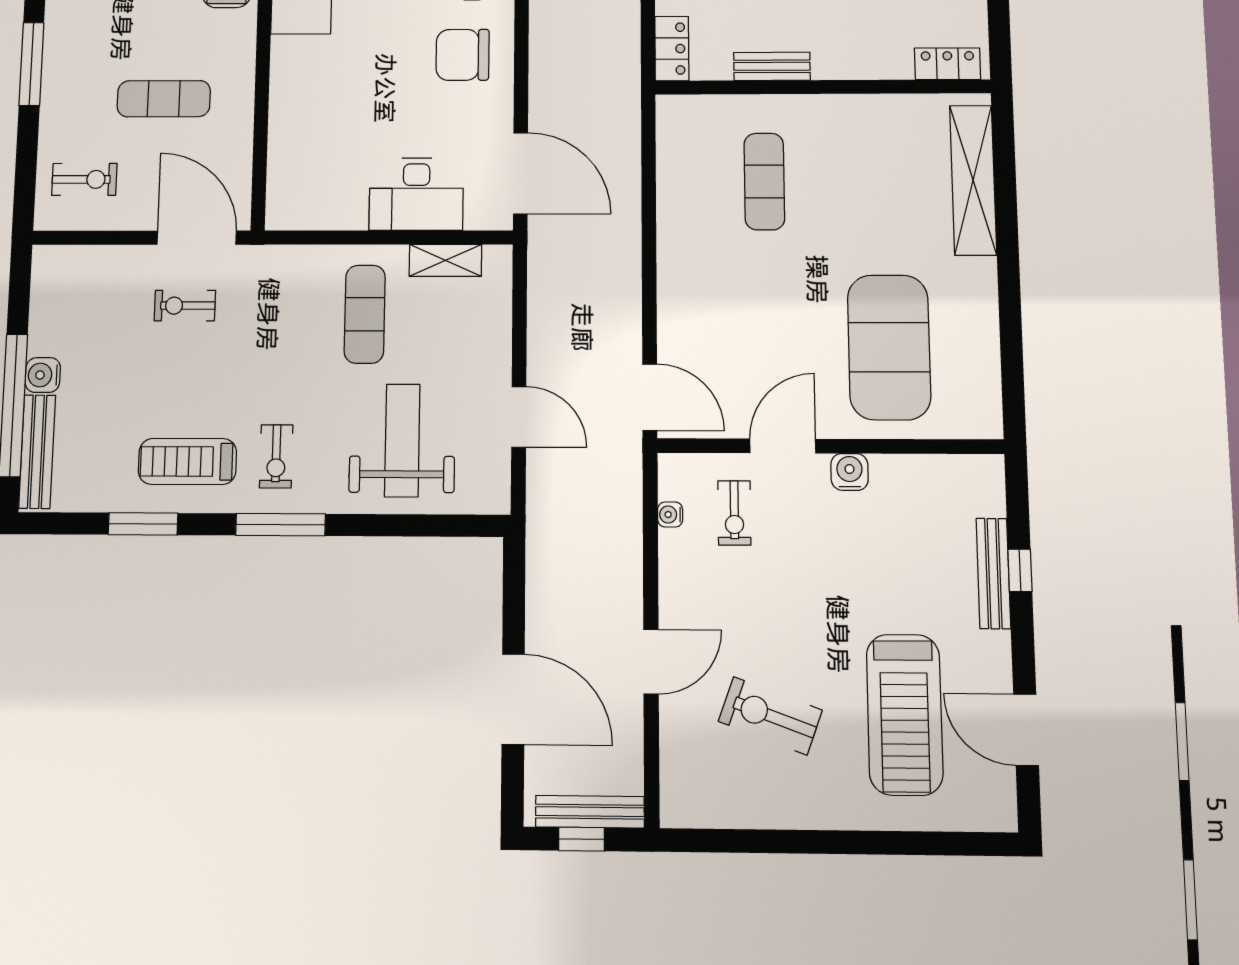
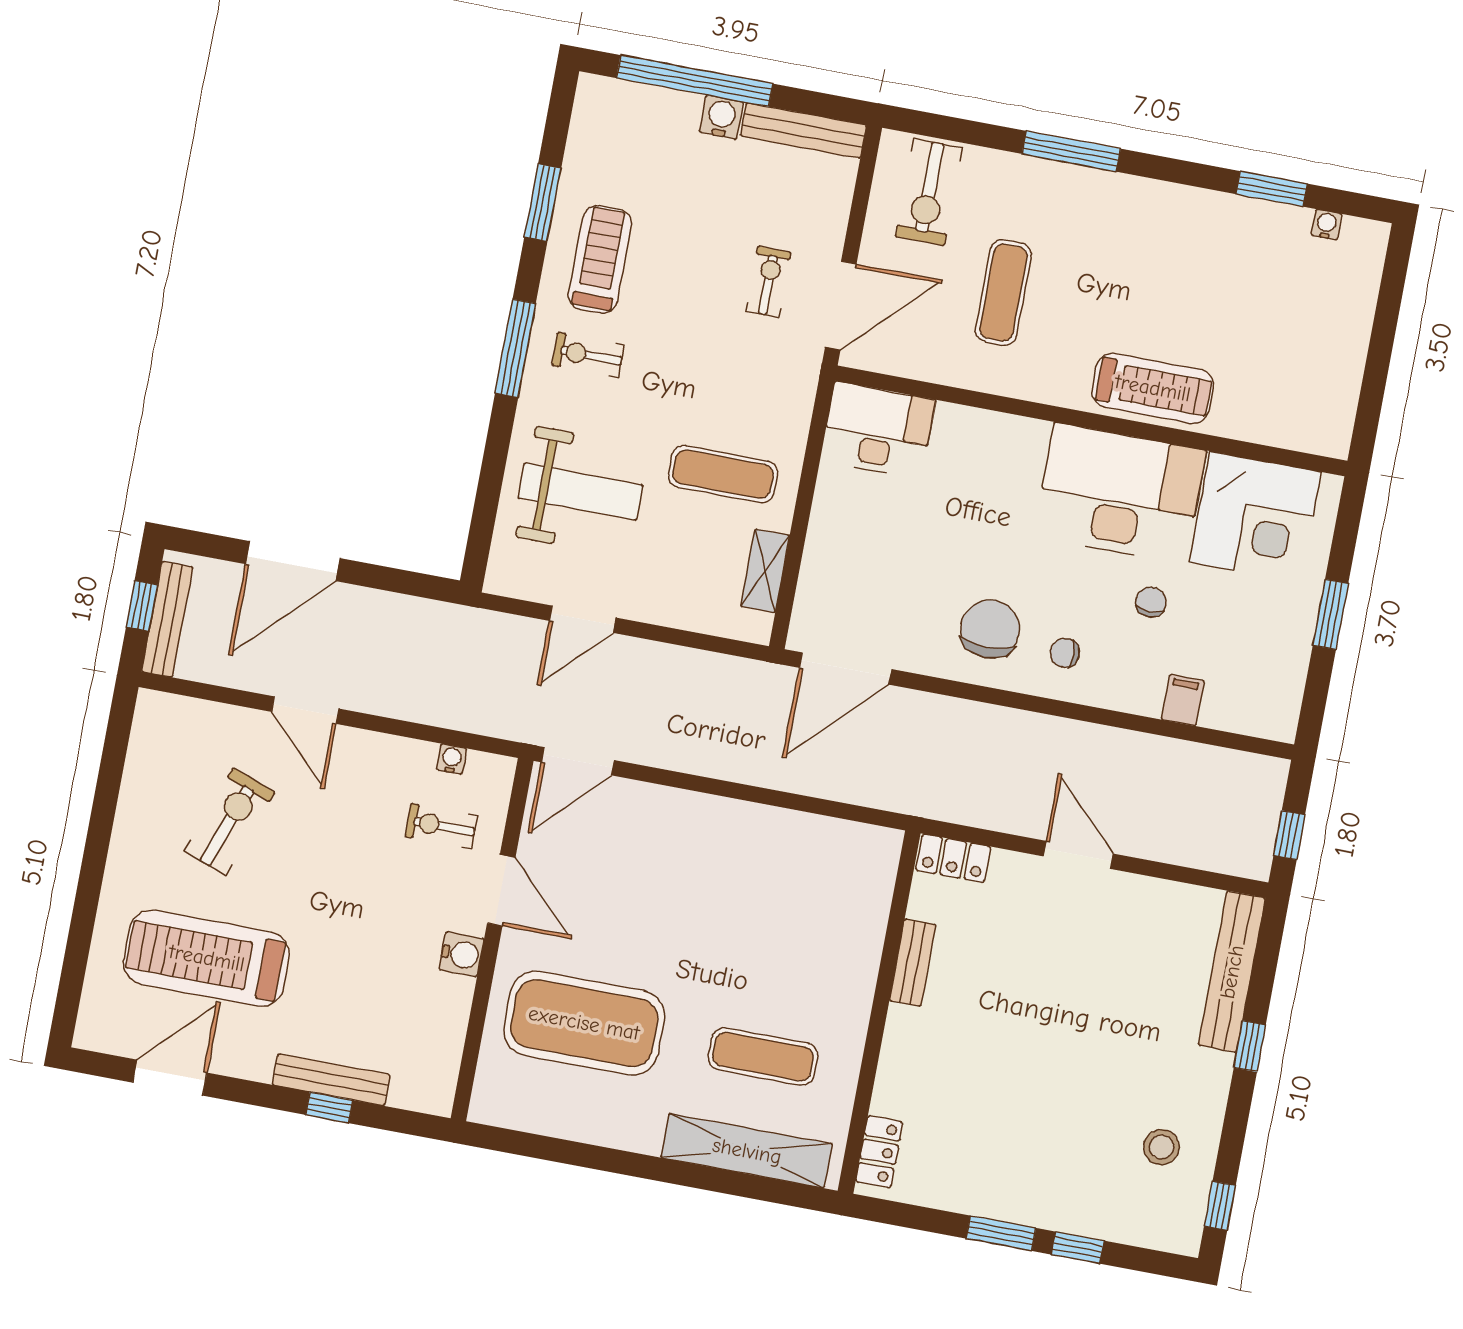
exercise bike: (84, 179) -> (929, 192), width x1.38, depth x1.39
exercise mat: (764, 181) -> (763, 1057), moved
desk: (416, 194) -> (878, 430), moved, turned 90
bench: (37, 452) -> (803, 131), moved

